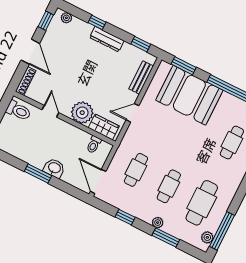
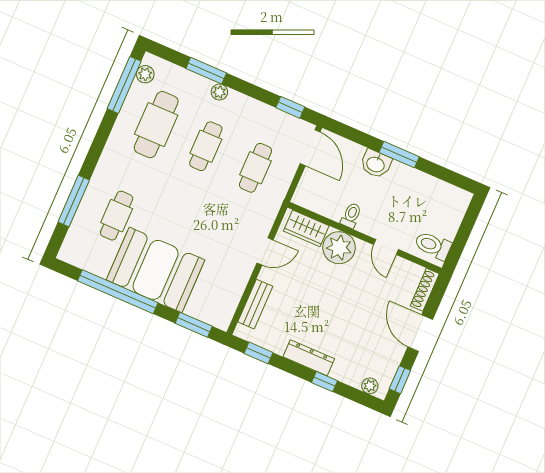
booth: (189, 95) -> (156, 270), moved
toilet: (94, 145) -> (351, 215), moved
window: (125, 217) -> (290, 107), moved

